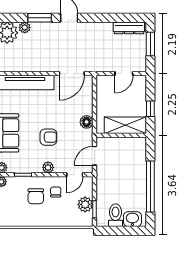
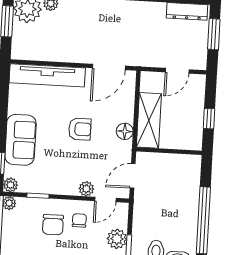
shelving: (125, 125) -> (149, 120), moved, turned 90
armchair: (48, 137) -> (80, 129), moved
plant: (48, 167) -> (86, 189), moved

